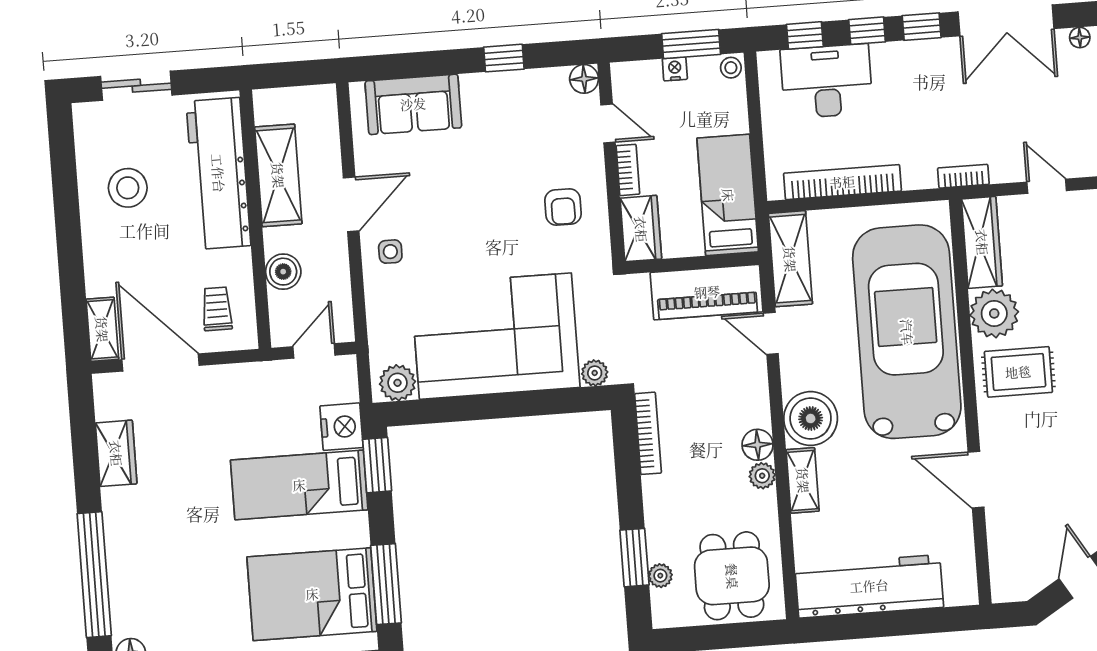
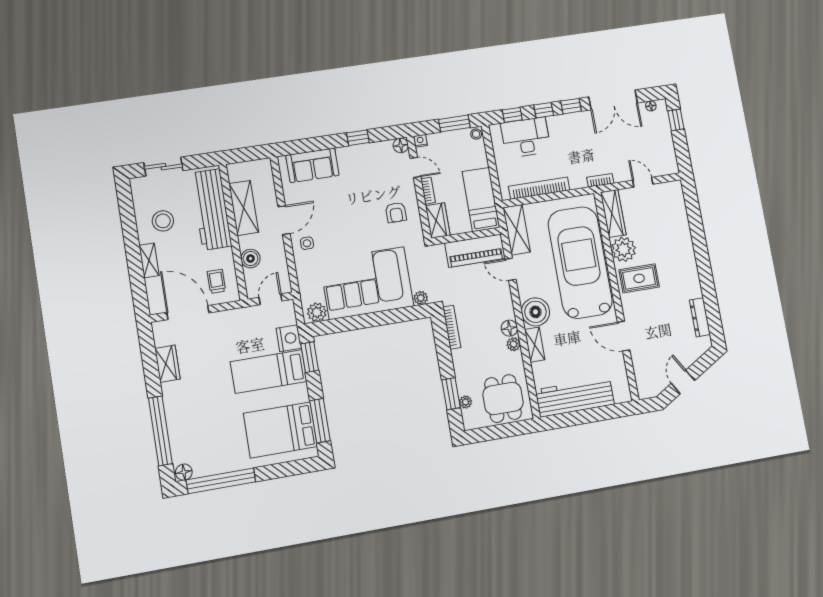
nightstand: (675, 69) -> (420, 141), moved
shelving: (102, 329) -> (149, 260), moved

